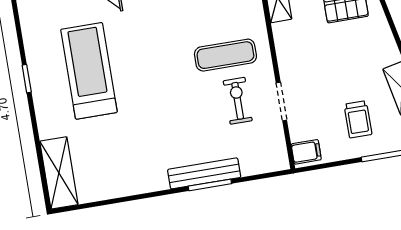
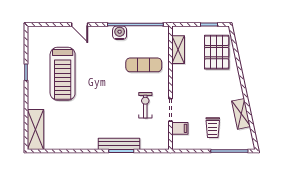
exercise mat: (225, 55) -> (144, 65), moved
treadmill: (89, 71) -> (63, 74), turned 180
filing cabinet: (306, 152) -> (180, 128), moved

